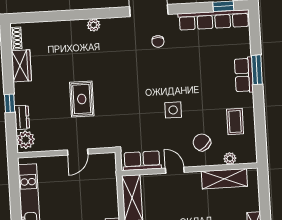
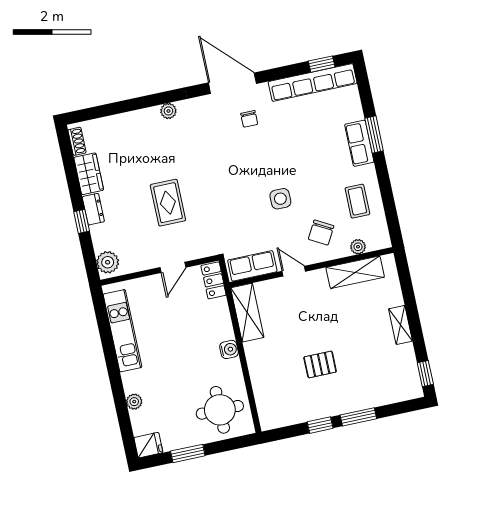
dresser: (22, 117) -> (93, 209), moved
chair: (202, 142) -> (321, 233), turned -109
locker: (109, 168) -> (214, 280), added

